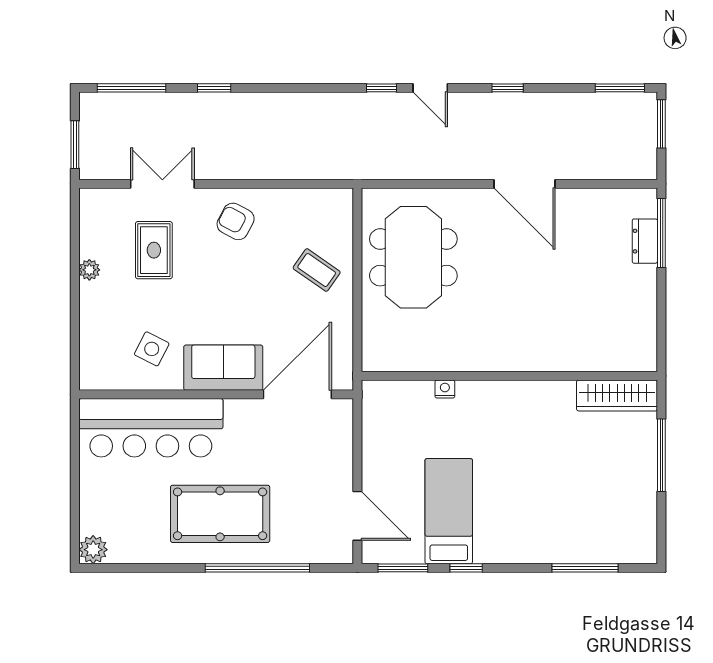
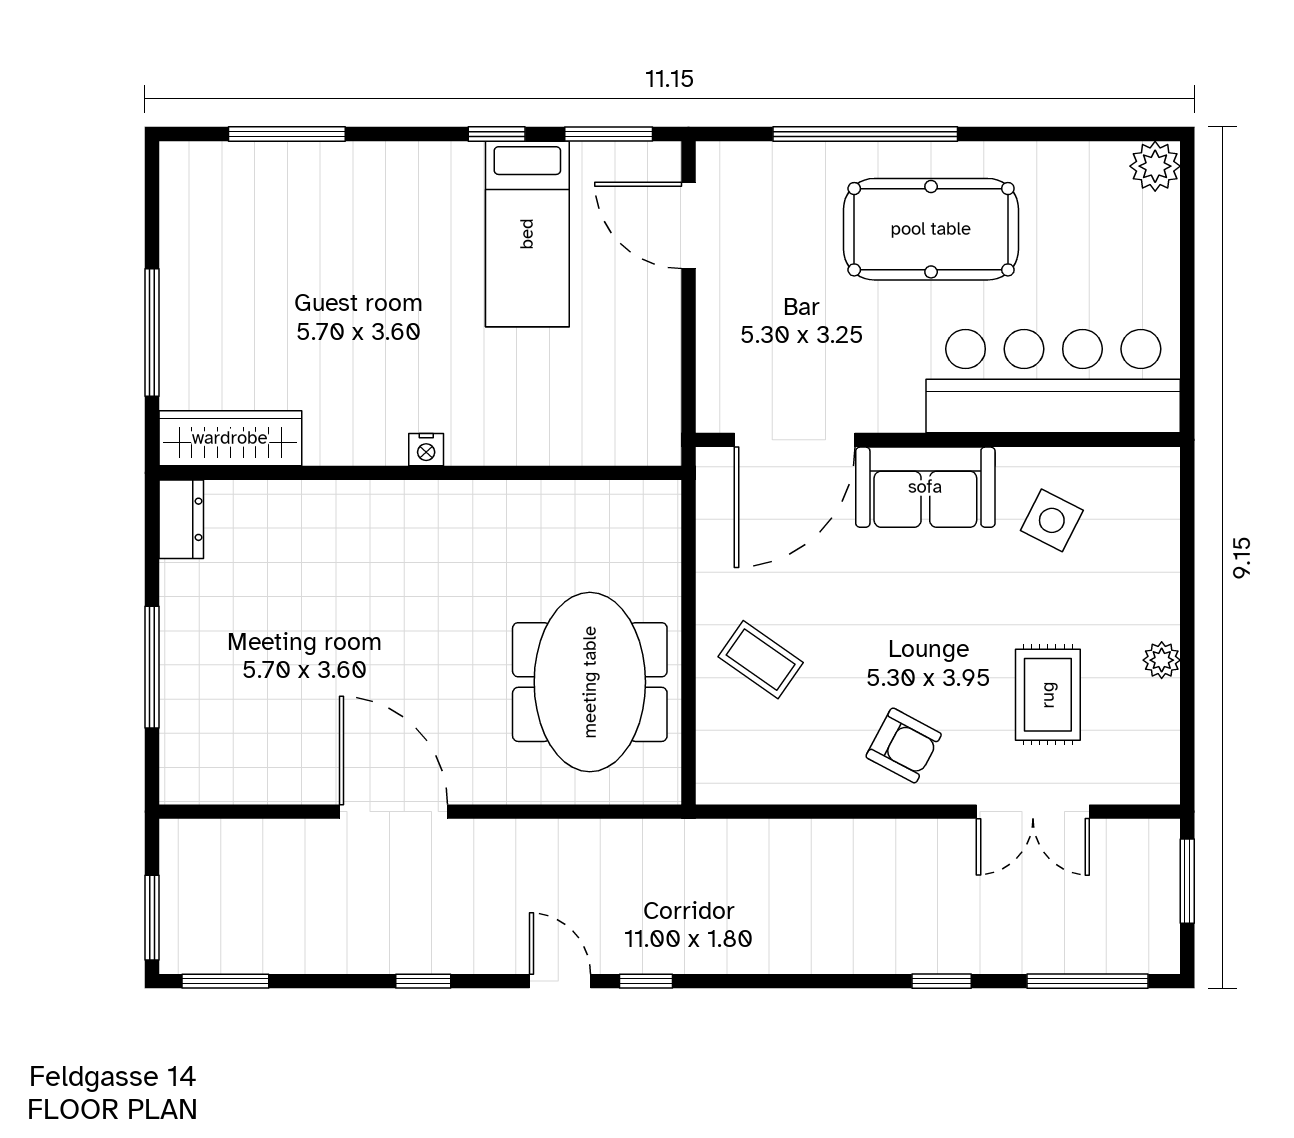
window: (661, 233) -> (152, 667), moved
dresser: (645, 241) -> (181, 519), moved
nightstand: (445, 389) -> (426, 450), moved

